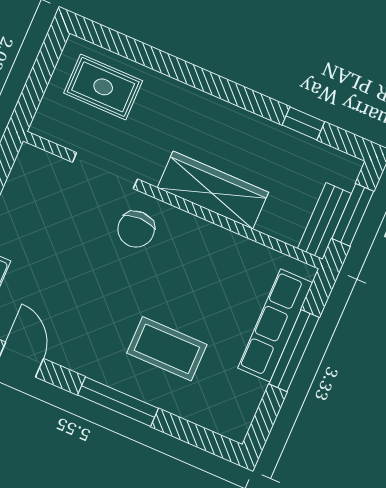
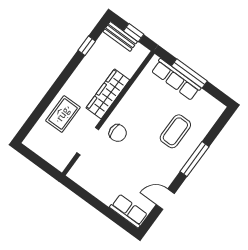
rug: (103, 87) -> (63, 114), moved
window: (353, 215) -> (134, 33), width x0.67
bench: (324, 221) -> (120, 36), moved

